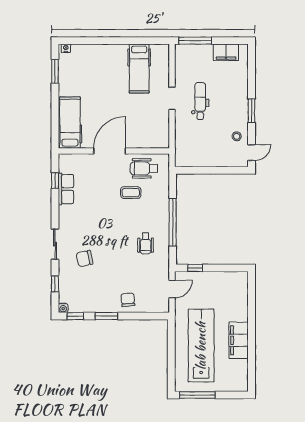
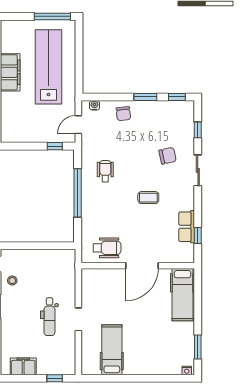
window: (195, 41) -> (55, 378), width x0.46
coffee table: (131, 193) -> (148, 198), moved
water cooler: (63, 308) -> (95, 105), moved
lab bench: (201, 346) -> (48, 67), turned 180

